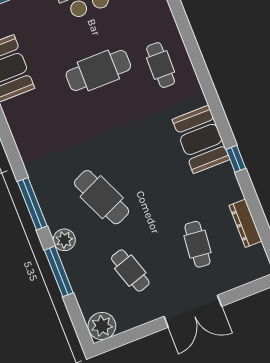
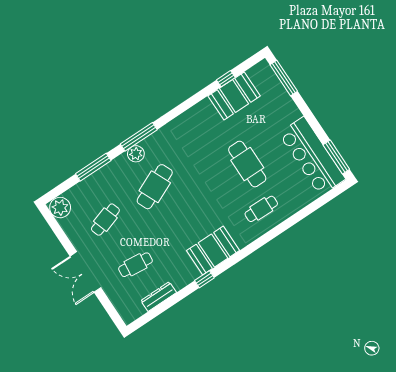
plant: (64, 240) -> (136, 154), moved

